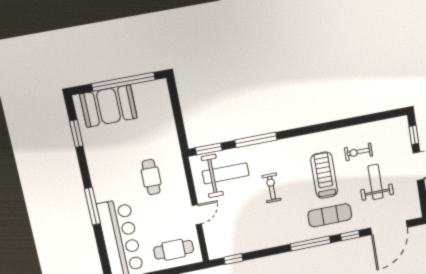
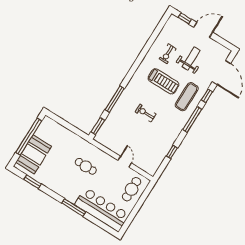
weight bench: (226, 173) -> (117, 129), removed
treadmill: (324, 175) -> (164, 81), turned 180
weight bench: (376, 182) -> (191, 59), turned 90
window: (233, 259) -> (172, 152), moved

